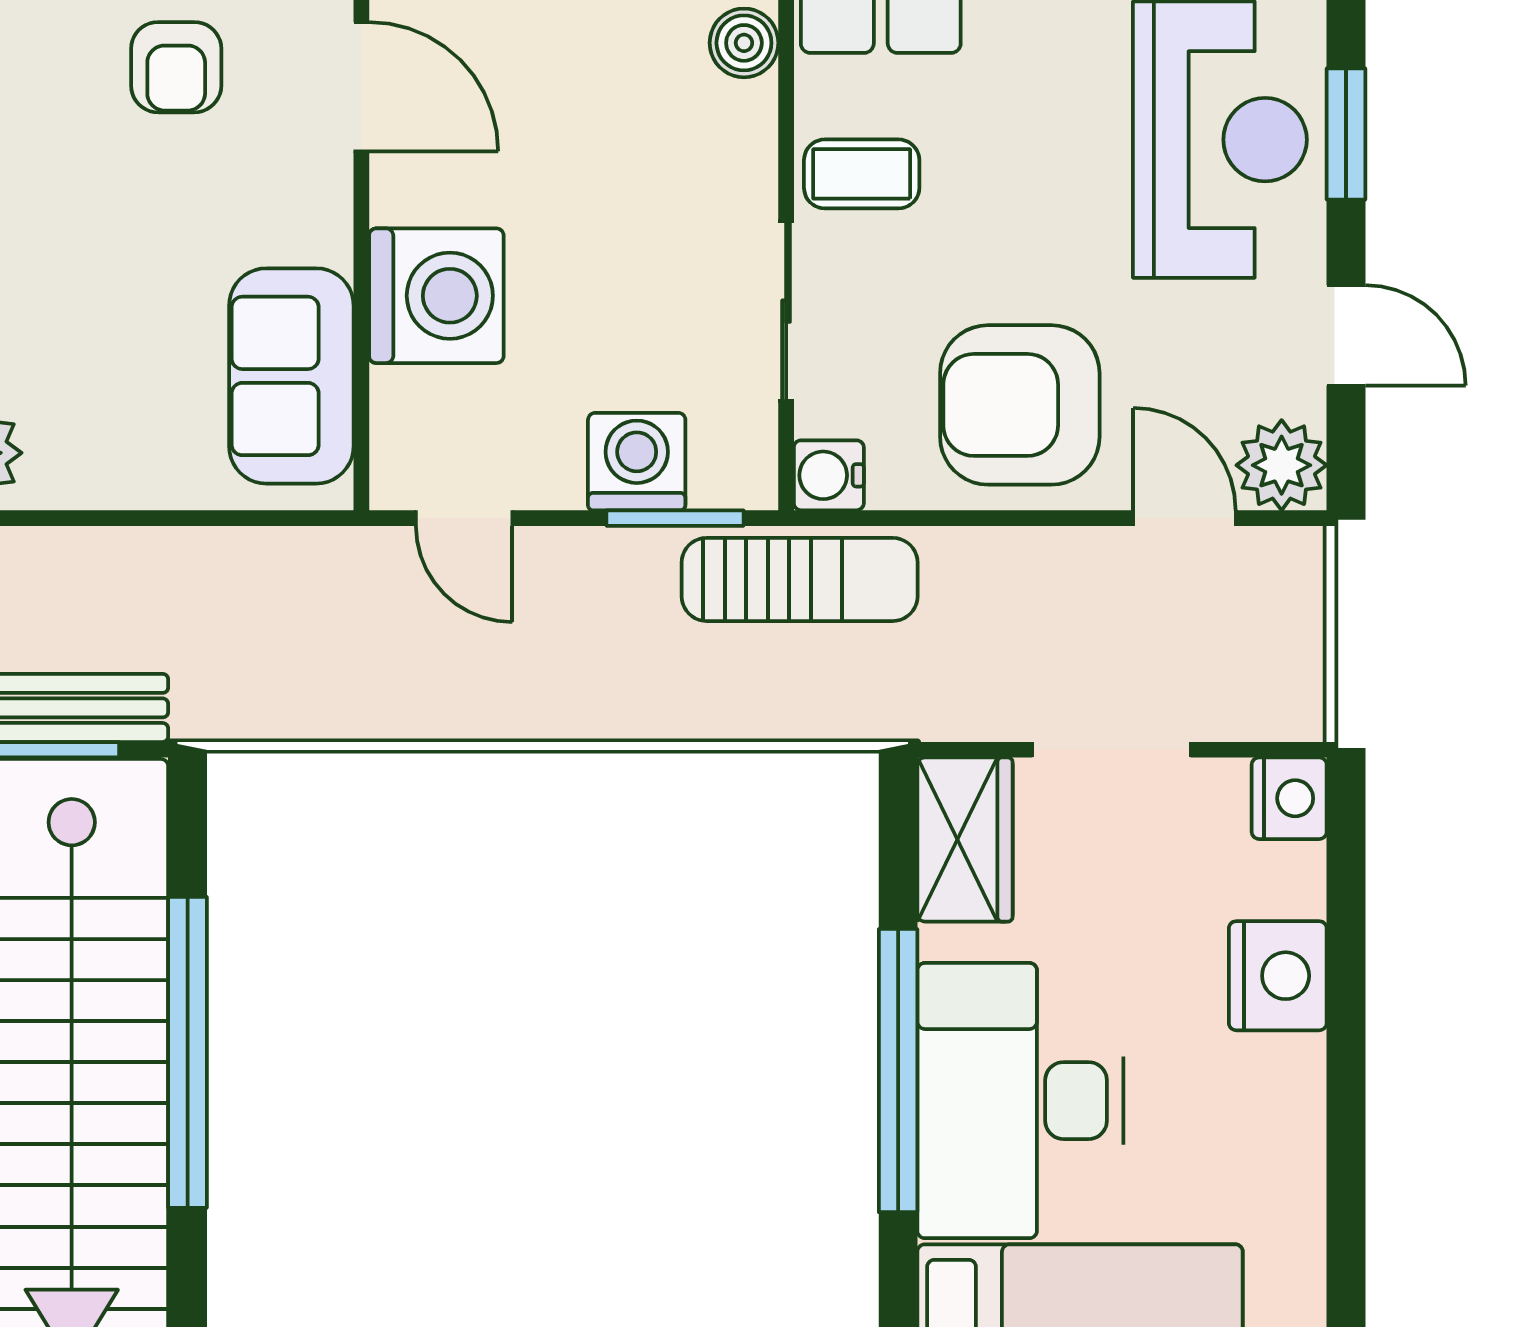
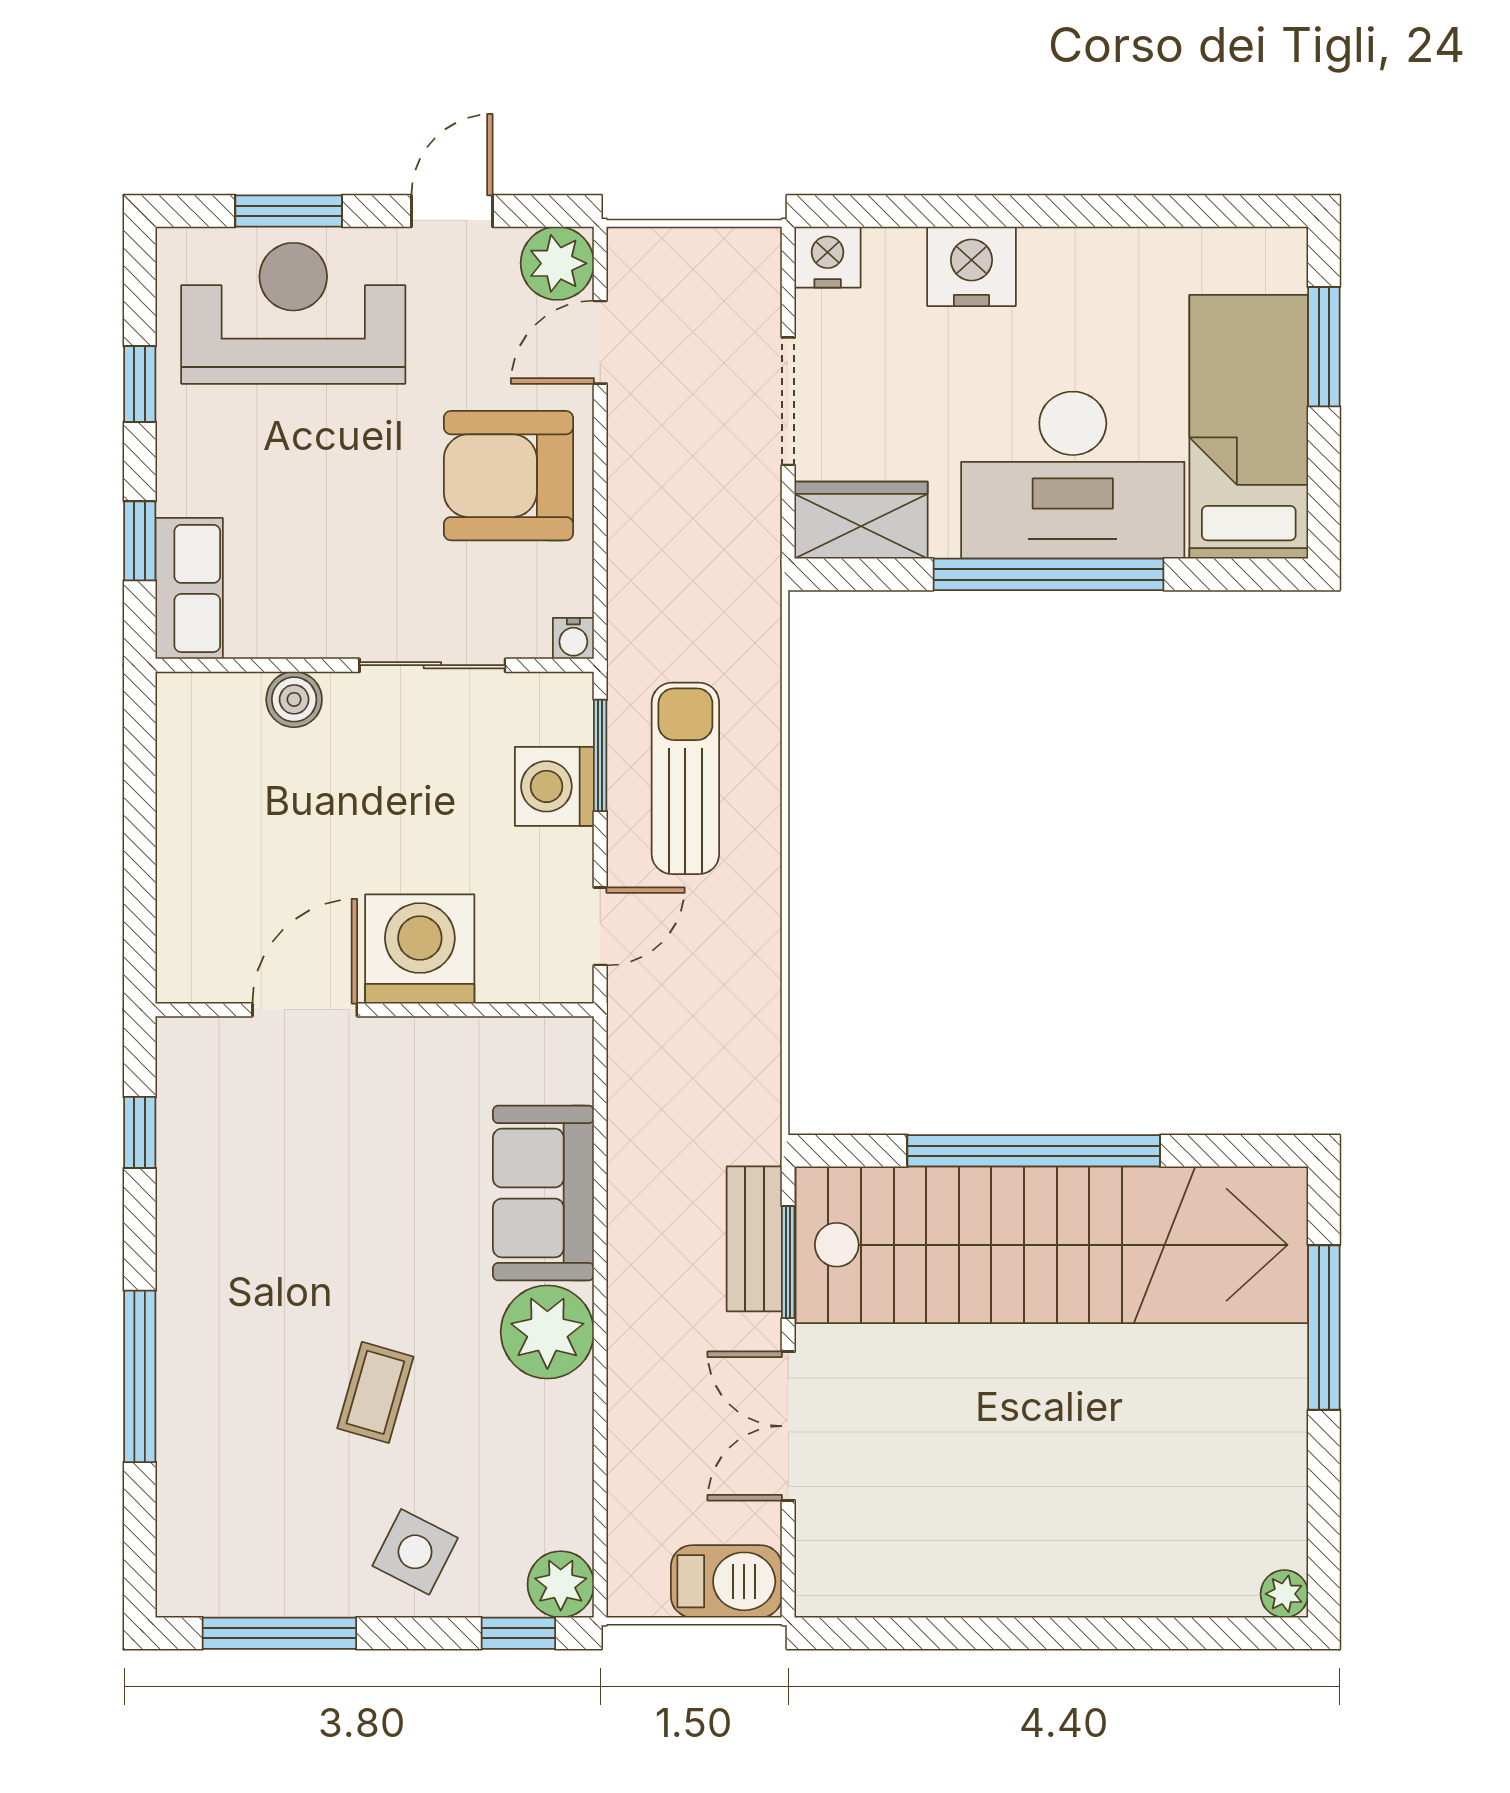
boiler: (744, 43) -> (294, 699), moved
armchair: (176, 67) -> (234, 1160), removed
door: (361, 87) -> (305, 1010), moved
coffee table: (862, 174) -> (321, 604), removed
sofa: (291, 376) -> (543, 1193), moved, turned 90
armchair: (1020, 405) -> (508, 476), turned 90
water cooler: (829, 475) -> (573, 638), width x0.72, depth x0.72
sun lounger: (800, 579) -> (685, 778), moved

